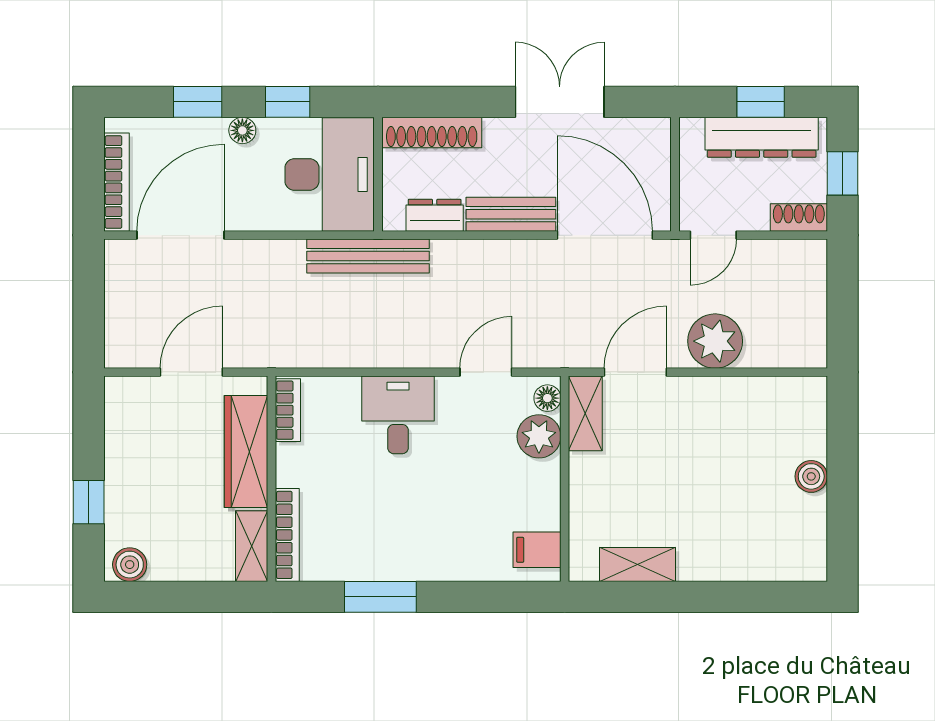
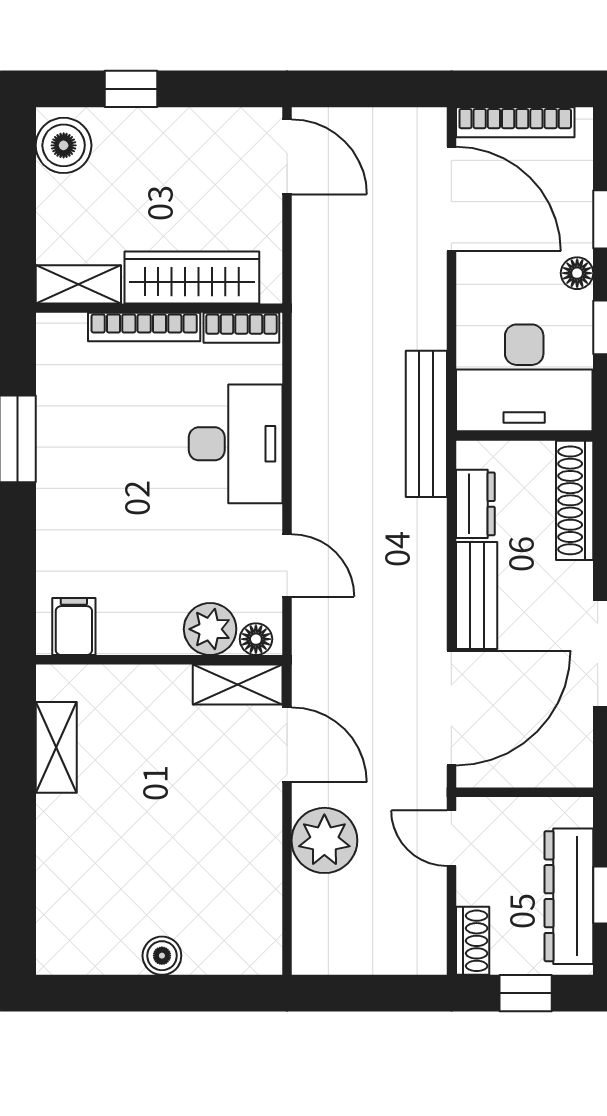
door: (191, 372) -> (287, 157), moved
desk: (398, 415) -> (236, 444), width x1.37
bookcase: (287, 535) -> (144, 327), moved
boiler: (130, 565) -> (64, 145), width x1.36, depth x1.36

